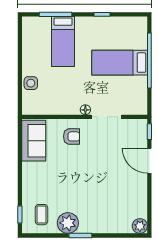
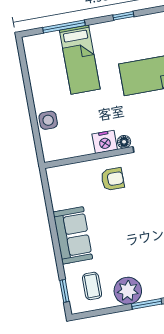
nightstand: (71, 107) -> (105, 142), added
sofa: (34, 141) -> (73, 235), moved

